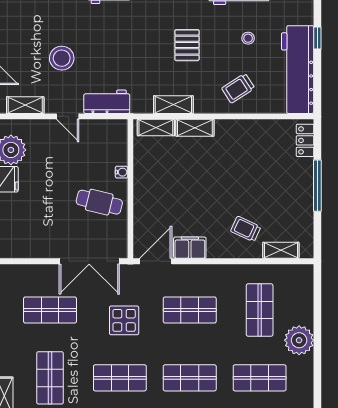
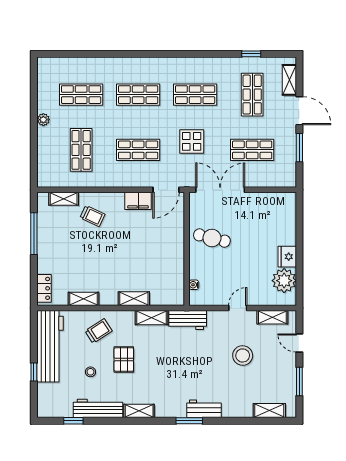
pallet: (187, 45) -> (124, 359), moved
workbench: (107, 102) -> (188, 320), moved
door: (68, 116) -> (238, 308), hinge flipped
shelving: (156, 128) -> (84, 299), moved
water cooler: (121, 172) -> (194, 285), moved
window: (317, 186) -> (34, 234), moved
plant: (299, 340) -> (43, 120), width x0.53, depth x0.53

